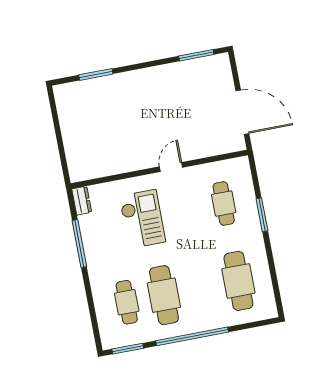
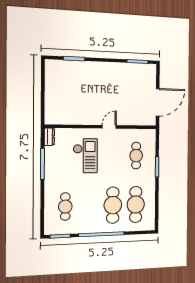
door: (242, 112) -> (158, 102), hinge flipped
cafe table: (164, 295) -> (113, 205), moved

